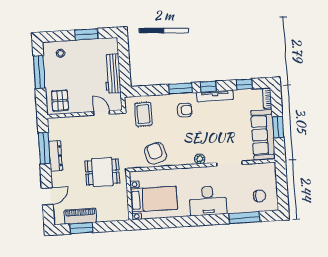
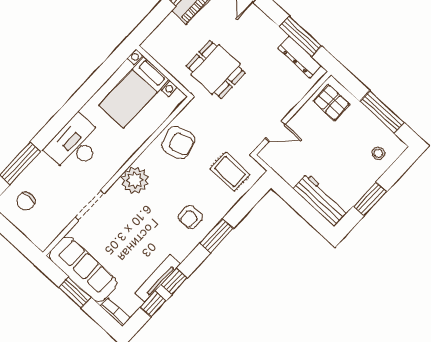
workbench: (113, 74) -> (321, 200), moved
window: (208, 87) -> (174, 281), moved
tv unit: (215, 96) -> (158, 278), moved
dresser: (56, 156) -> (300, 57), moved
plant: (200, 159) -> (135, 180), width x1.88, depth x1.88
dining table: (102, 172) -> (216, 69), turned 90

